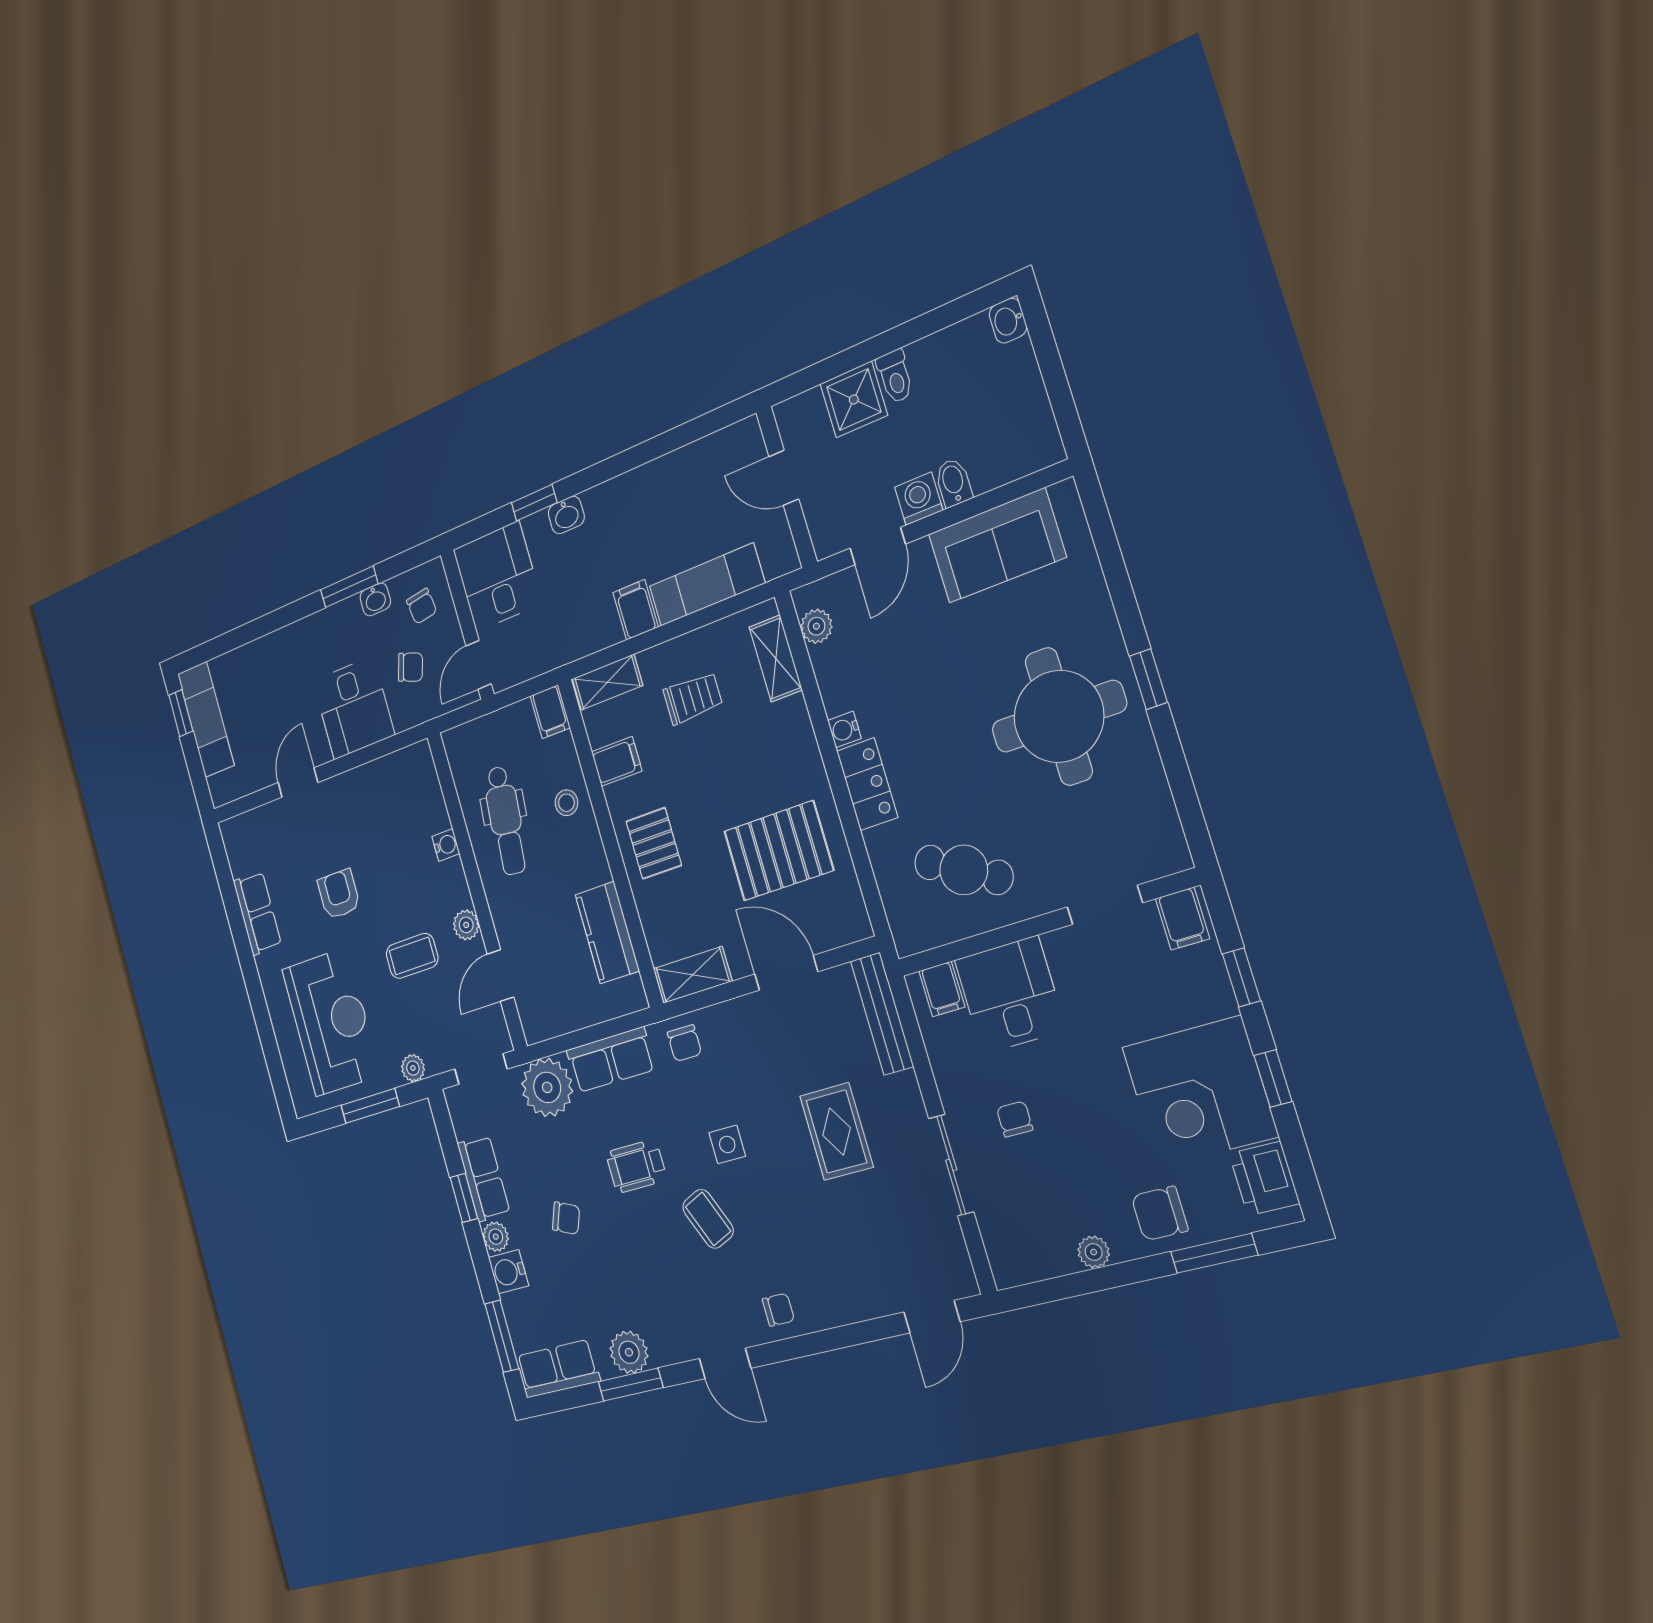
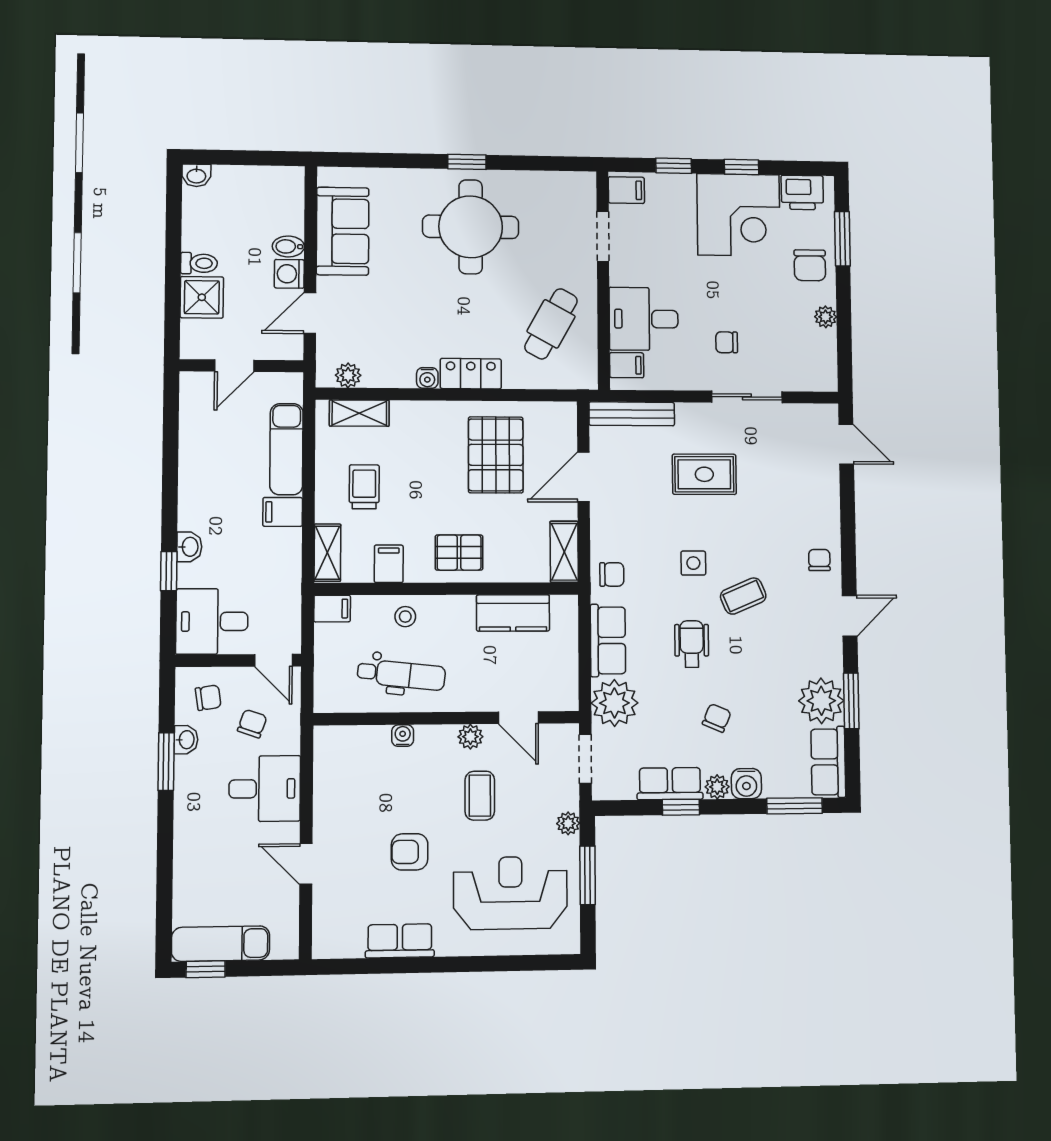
door: (878, 546) -> (310, 313), swing flipped
wheelchair: (636, 1166) -> (692, 644), turned 180
plant: (629, 1352) -> (821, 701), width x1.36, depth x1.36

